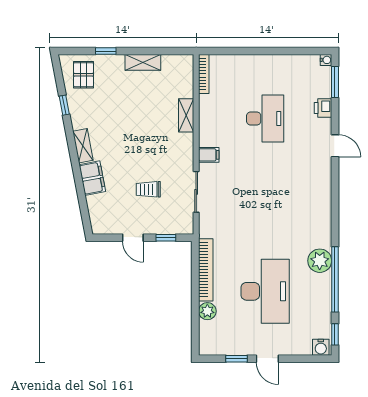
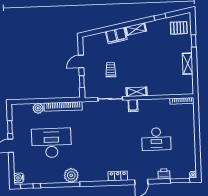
shelving: (186, 115) -> (137, 92), moved
locker: (324, 184) -> (118, 176), added
desk: (265, 291) -> (51, 143), turned 180

